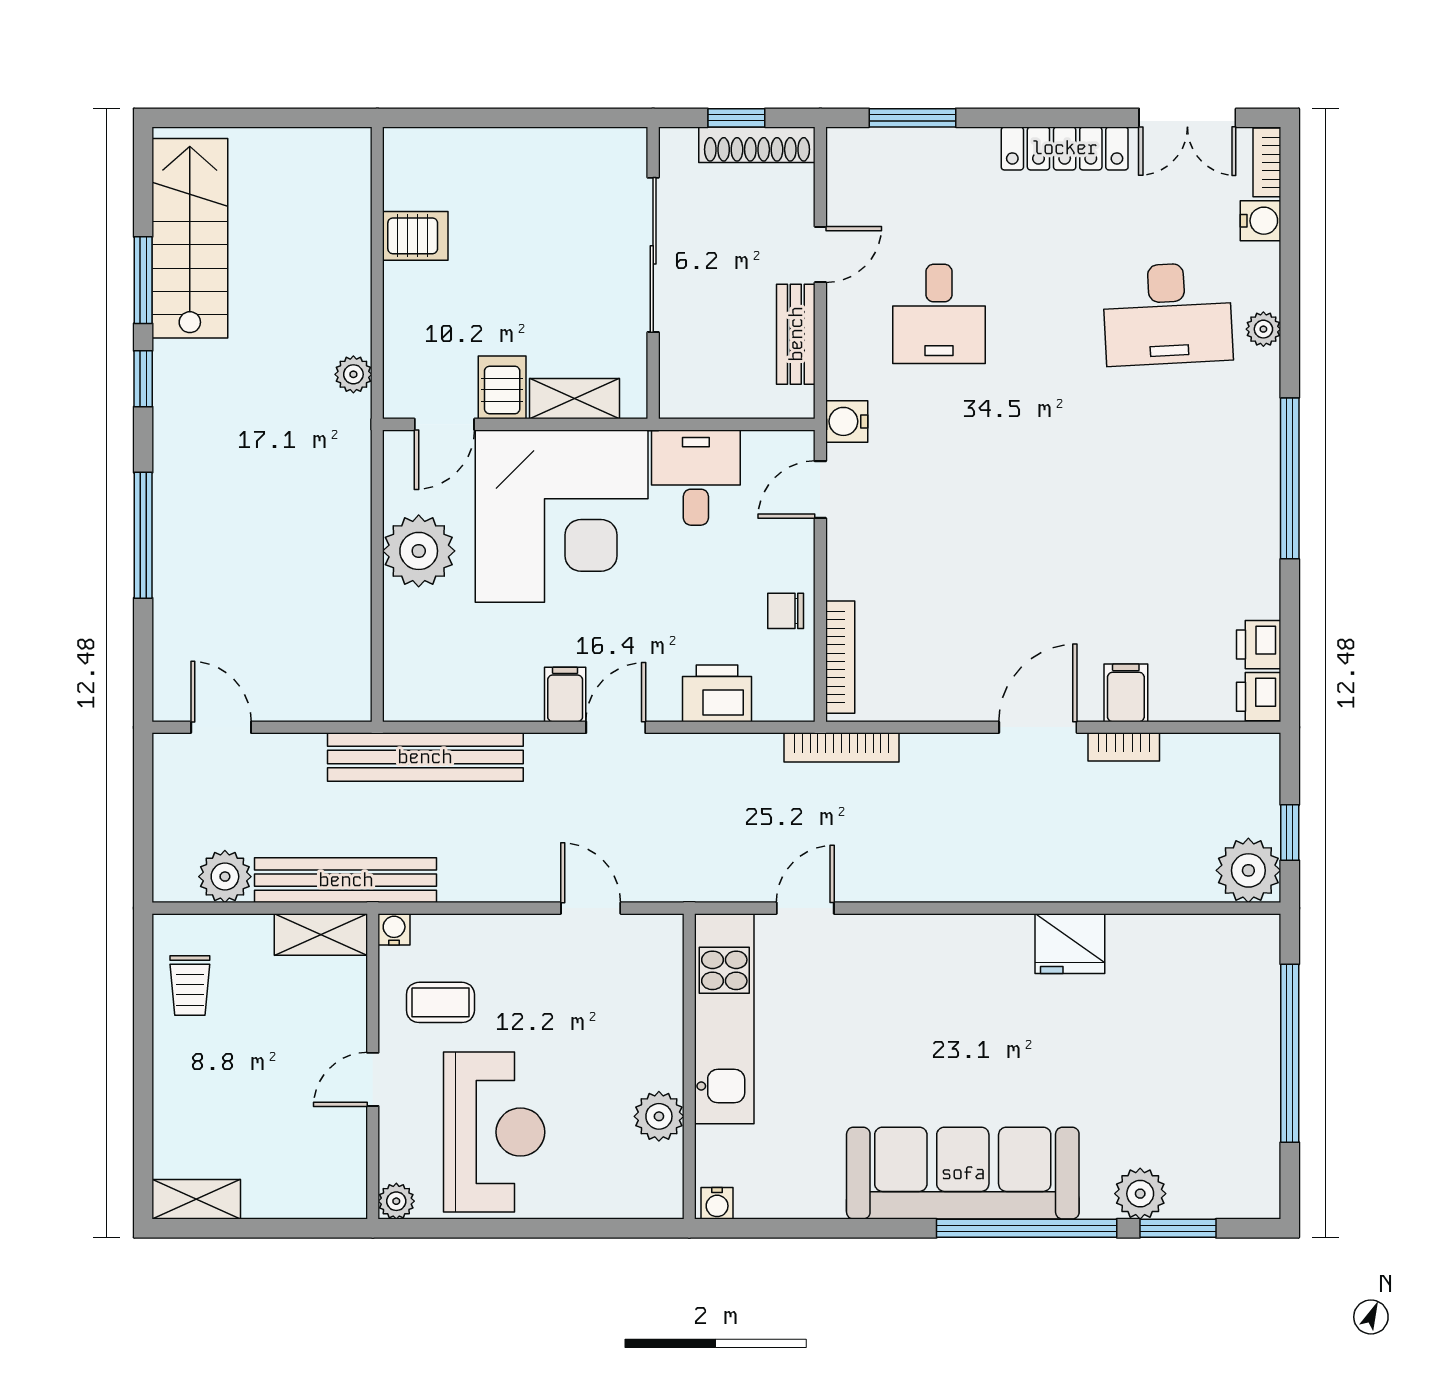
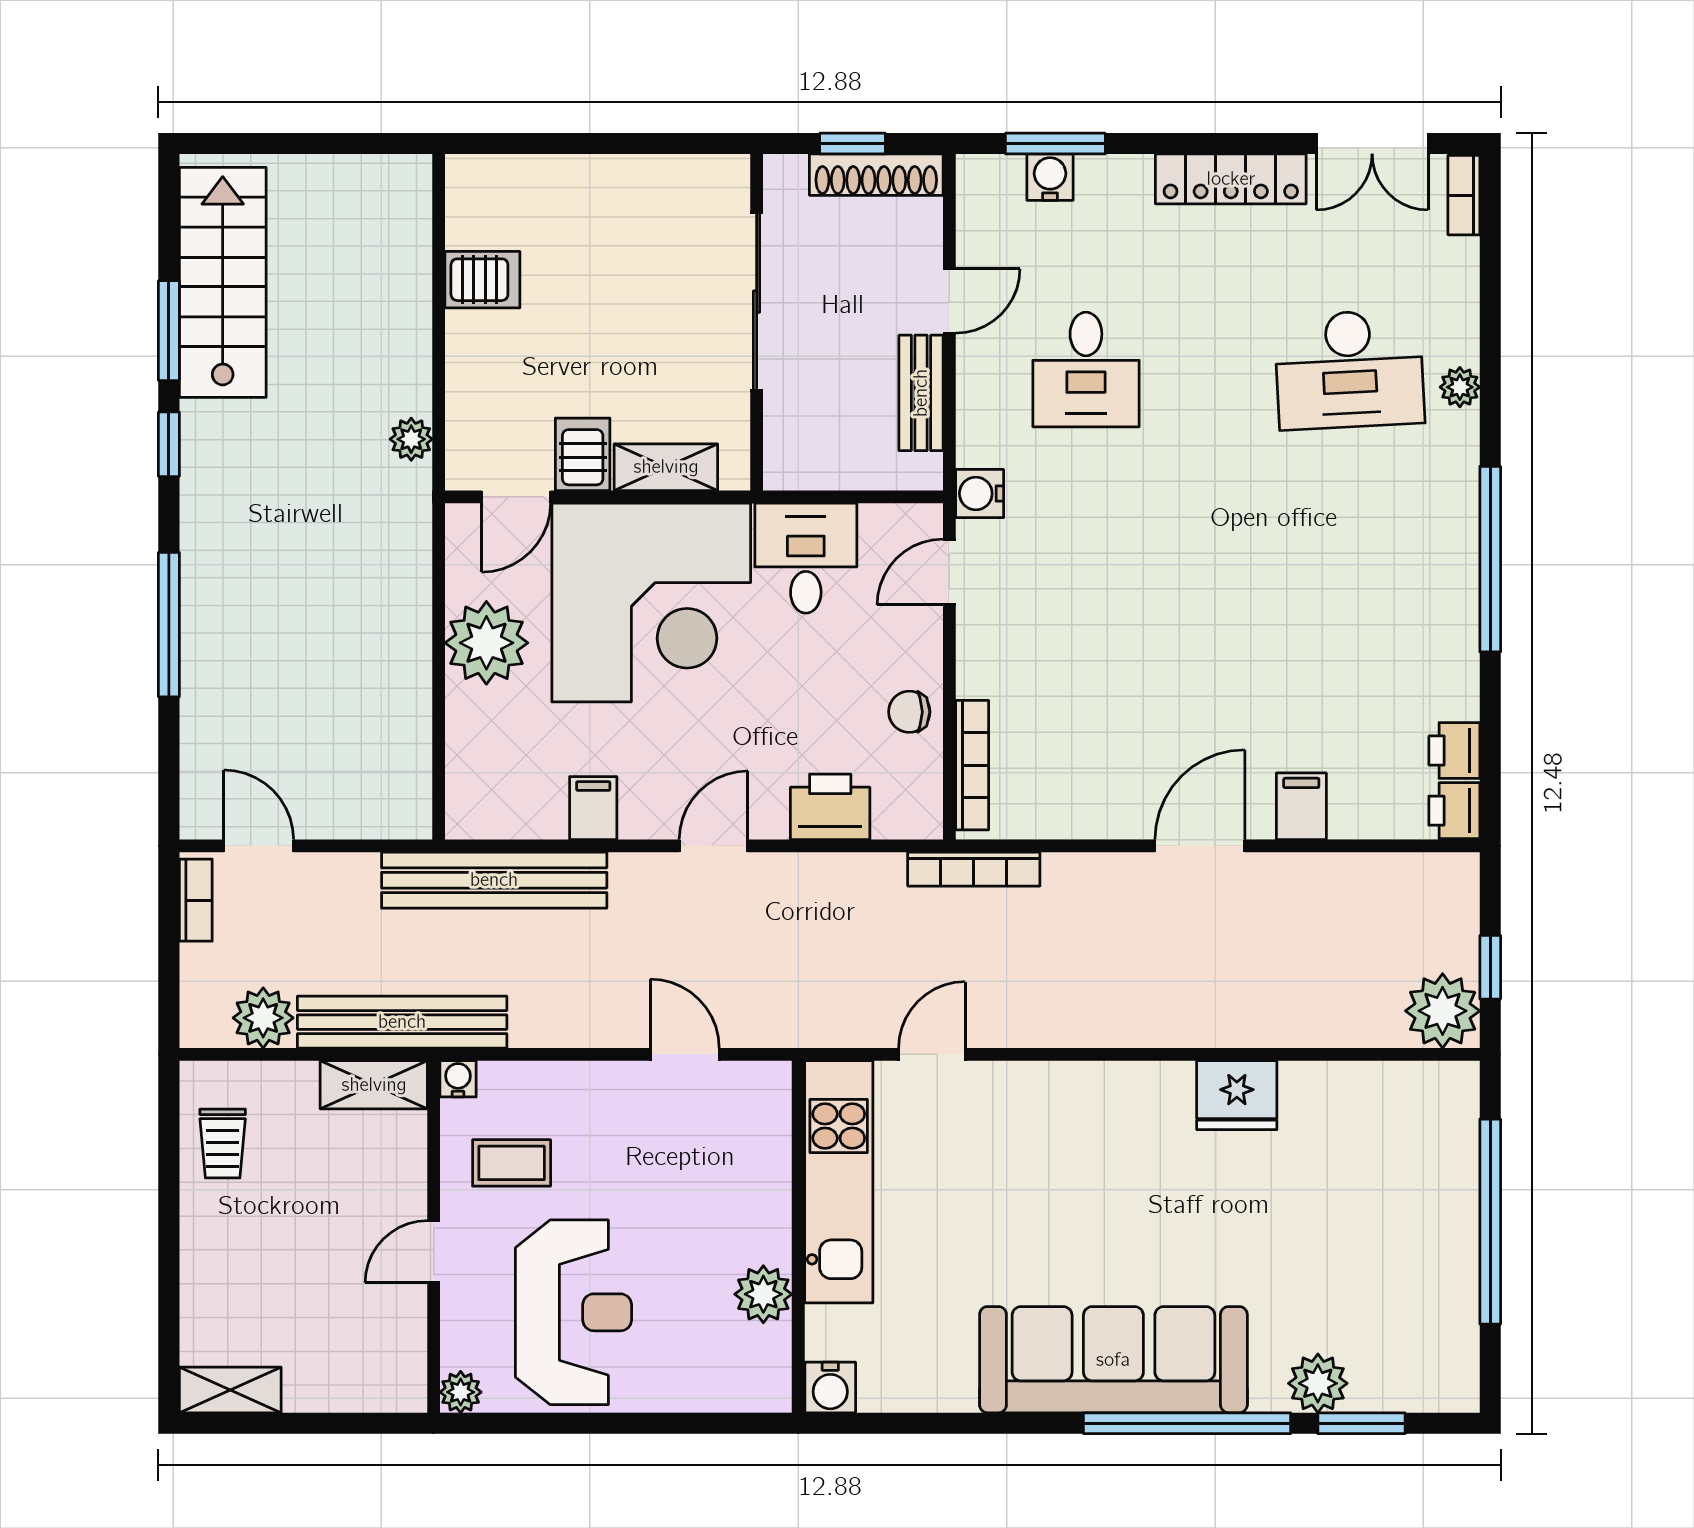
water cooler: (1261, 221) -> (1050, 177), moved, turned -90
filing cabinet: (565, 695) -> (593, 808), moved
bookcase: (1124, 747) -> (196, 900), moved, turned -90
water cooler: (717, 1203) -> (830, 1388), width x1.38, depth x1.38

